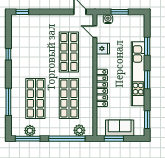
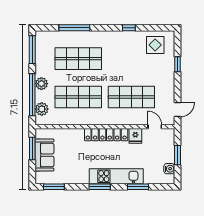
window: (22, 12) -> (177, 64), moved
water cooler: (108, 19) -> (169, 169), moved
display table: (23, 31) -> (155, 45), added
door: (95, 32) -> (155, 127), hinge flipped
kitchen unit: (138, 74) -> (116, 176), width x0.73
locker: (102, 88) -> (106, 135), moved
plant: (30, 131) -> (41, 84), moved

